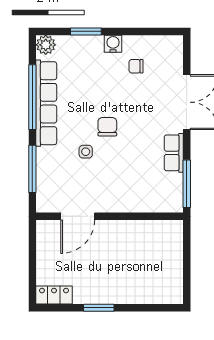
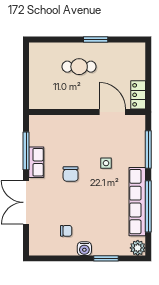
chair: (107, 127) -> (71, 174), moved
window: (187, 184) -> (26, 151), moved
door: (78, 216) -> (112, 112), hinge flipped
cafe table: (120, 273) -> (79, 67), added
locker: (54, 295) -> (138, 95), moved, turned 90

